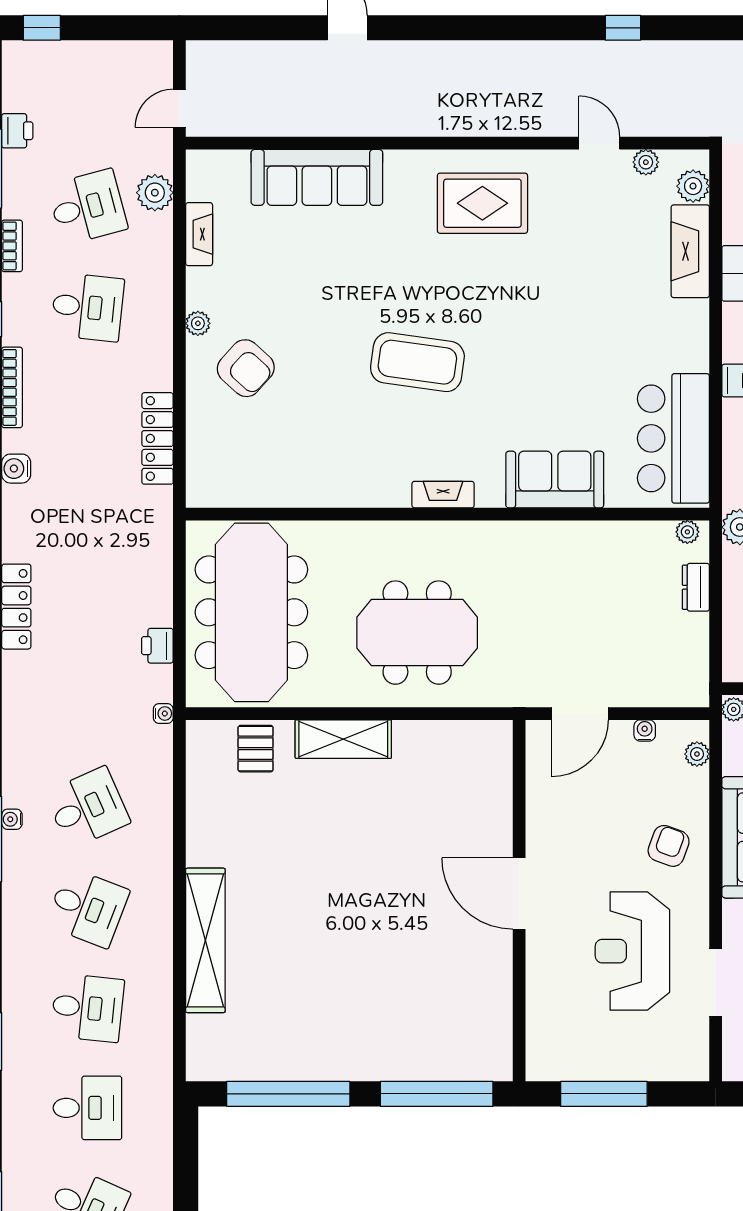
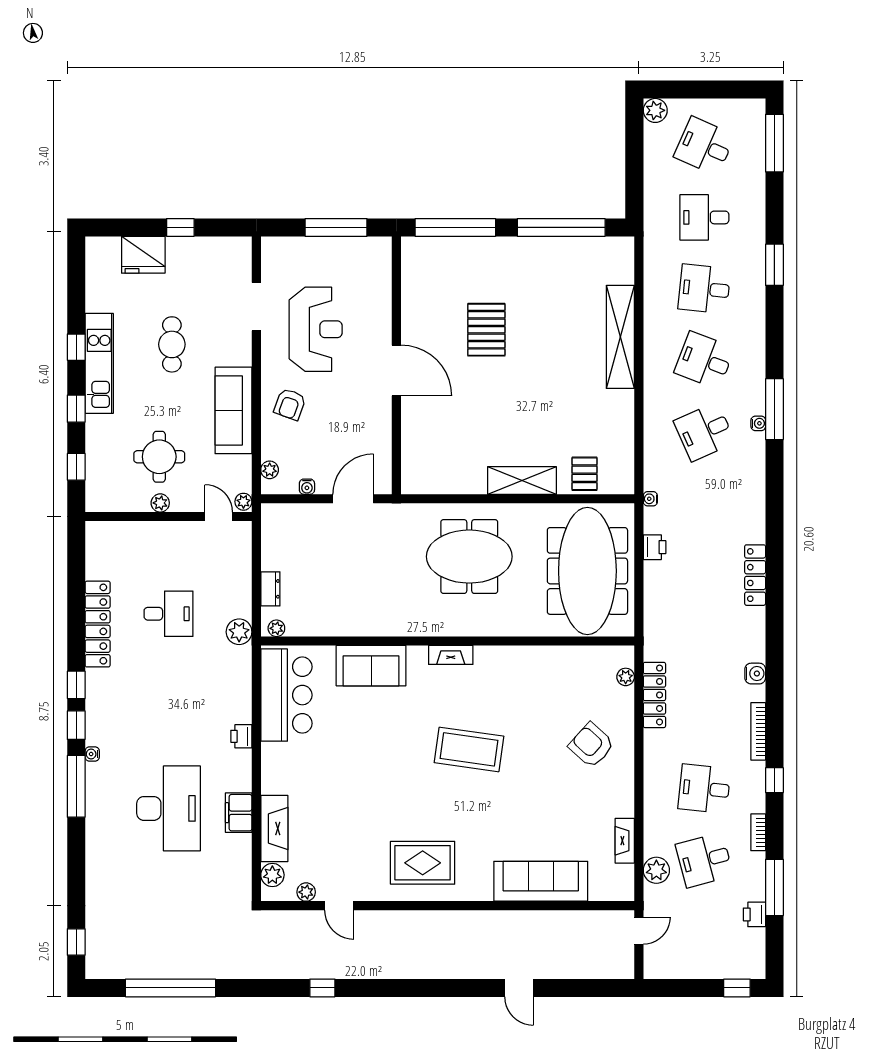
plant: (198, 323) -> (626, 677), moved
pallet: (393, 951) -> (486, 330), added

